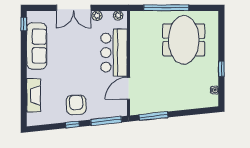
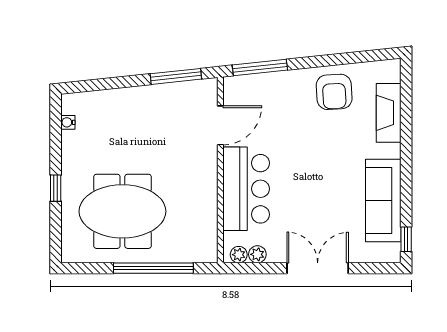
plant: (97, 16) -> (257, 254), moved
meeting table: (184, 40) -> (122, 211), turned 90
window: (221, 69) -> (56, 188), moved
armchair: (76, 105) -> (334, 92), moved
window: (72, 125) -> (320, 61), removed

